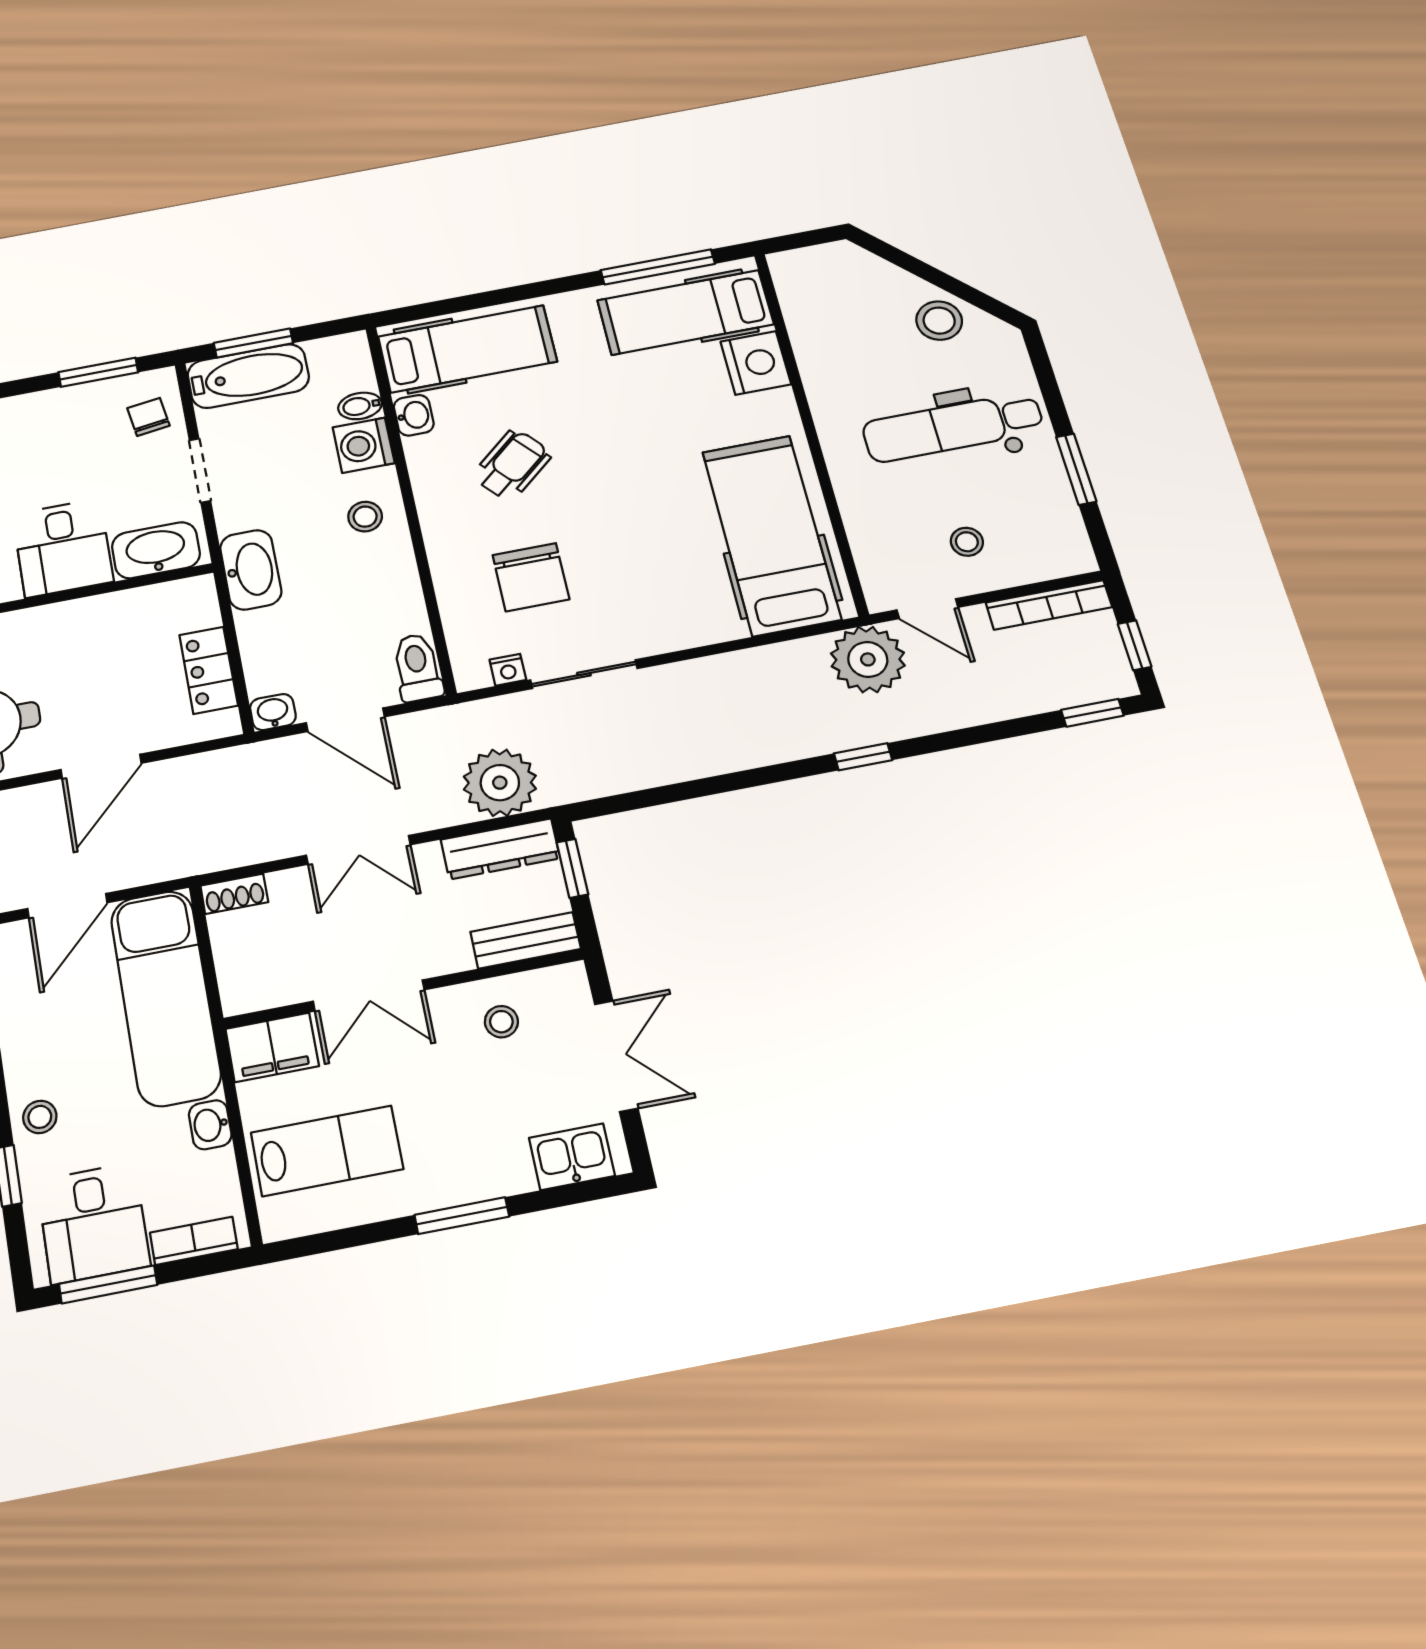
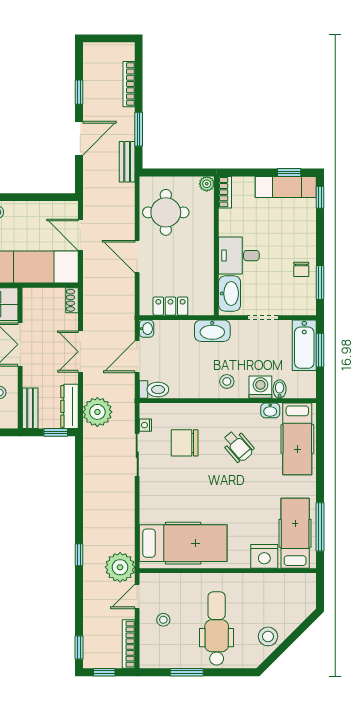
chair: (148, 417) -> (301, 269), moved, turned 98

